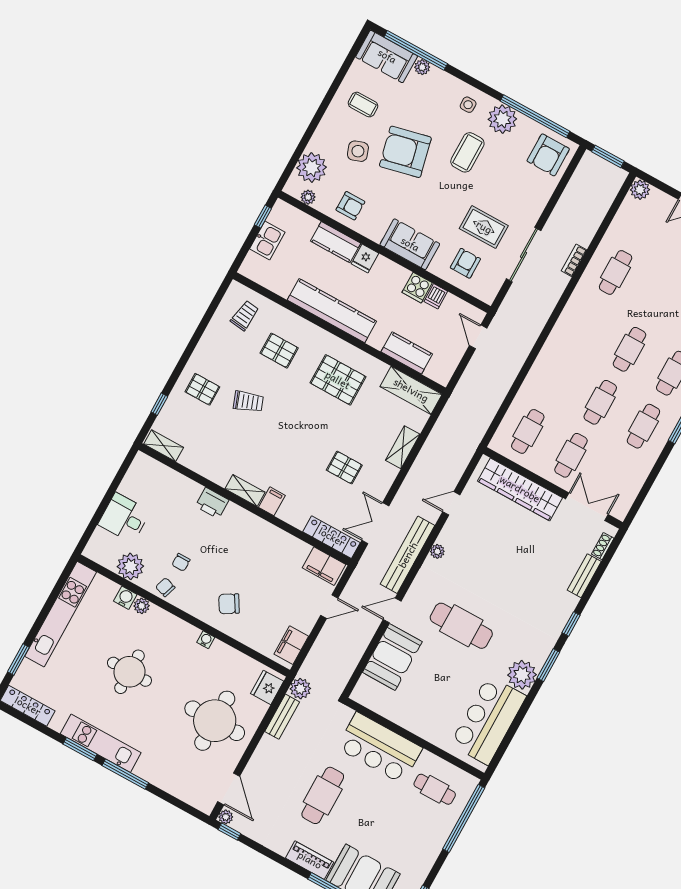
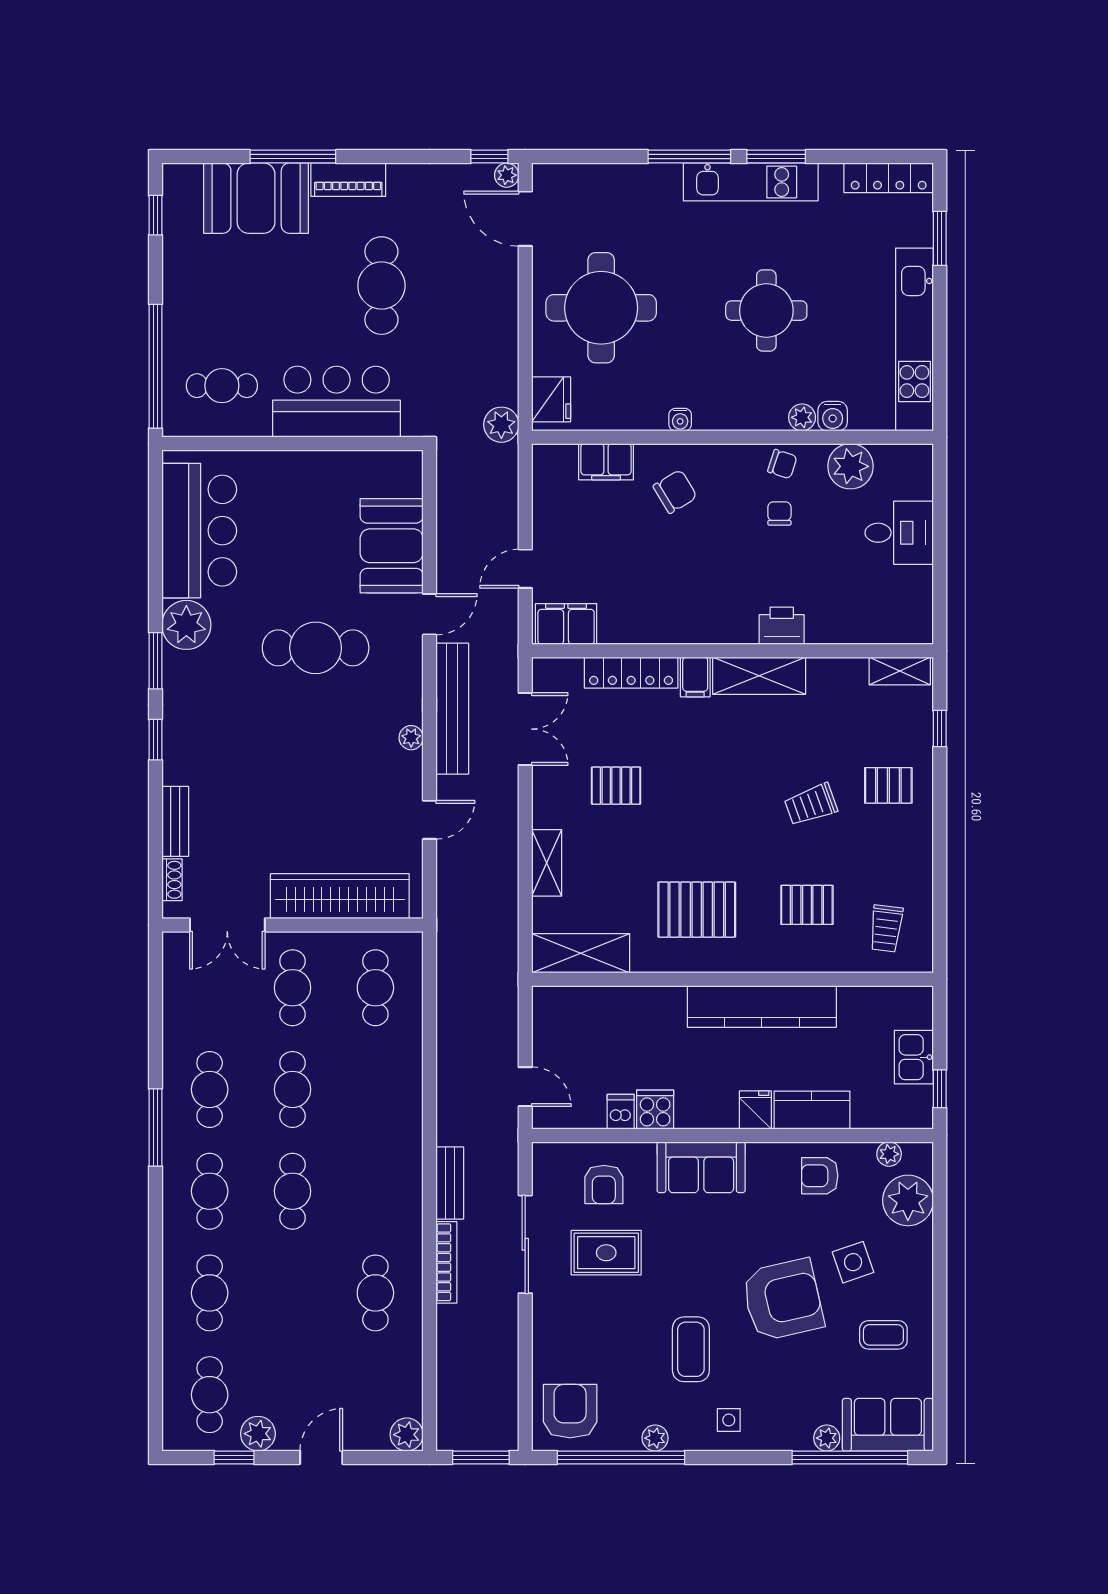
plant: (502, 119) -> (655, 1438), width x0.53, depth x0.53
bookcase: (574, 260) -> (446, 1262), width x1.56
kitchen counter: (407, 353) -> (617, 1005), removed
shelving: (245, 491) -> (759, 676), width x1.50, depth x1.33
locker: (332, 537) -> (631, 673), moved
filing cabinet: (291, 645) -> (606, 462), moved, turned 90
bench: (282, 717) -> (450, 1183), moved

